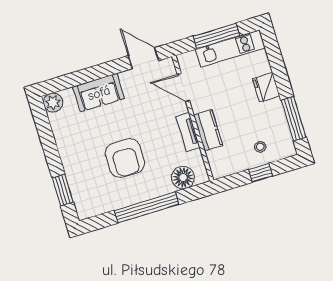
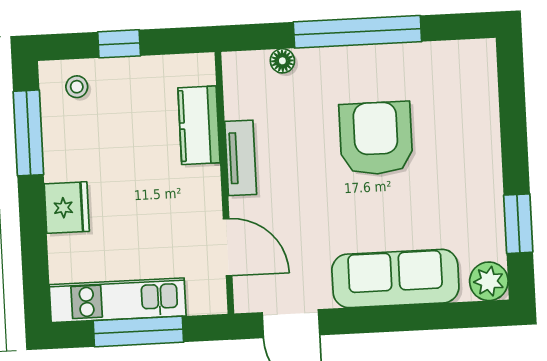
sofa: (99, 93) -> (395, 278), width x1.36
kitchen counter: (208, 130) -> (199, 125), moved
stool: (260, 147) -> (77, 87), moved
floor lamp: (183, 178) -> (282, 61), width x0.53, depth x0.53
window: (63, 190) -> (518, 224), moved

